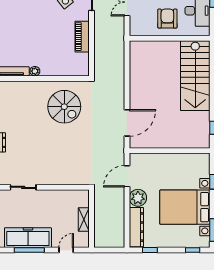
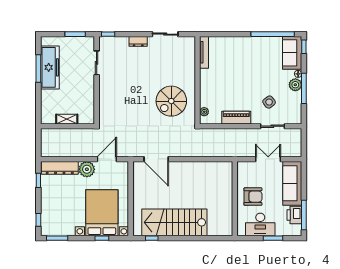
plant: (35, 71) -> (204, 112), moved
stairs: (195, 76) -> (174, 222), moved
door: (127, 176) -> (107, 159), hinge flipped
bed with nightstands: (185, 207) -> (102, 213), moved
door: (66, 250) -> (38, 103), removed

